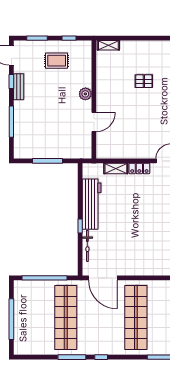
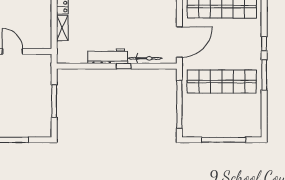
workbench: (92, 204) -> (108, 56), width x0.73, depth x0.76

